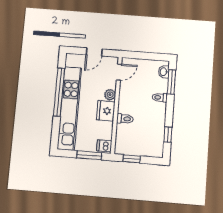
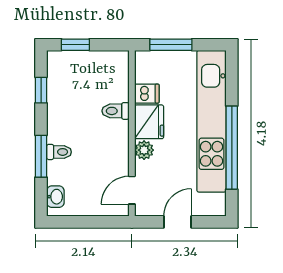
window: (171, 82) -> (41, 156), moved
dishwasher: (104, 146) -> (147, 94), moved
window: (132, 159) -> (75, 45), moved

